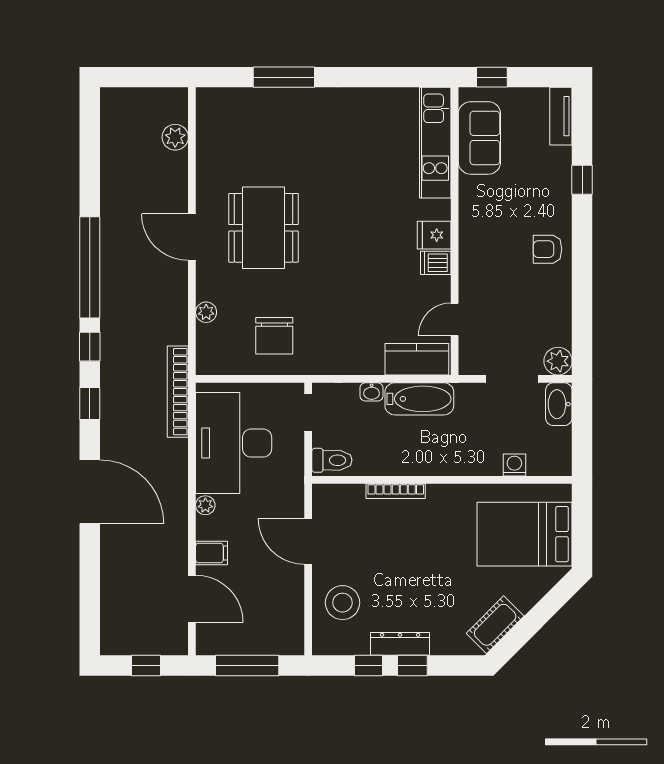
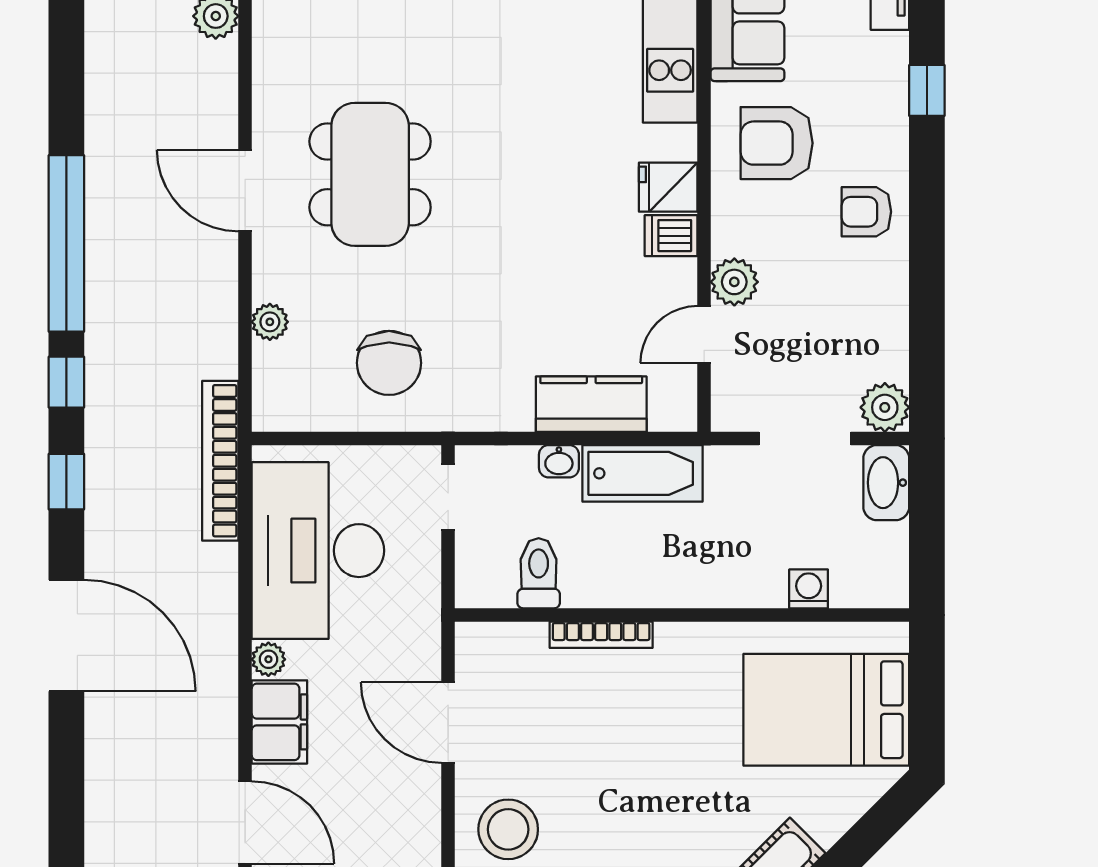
armchair: (496, 210) -> (777, 143), added
plant: (472, 289) -> (734, 282), added
kitchen counter: (417, 359) -> (591, 404), moved
toilet: (332, 460) -> (539, 573), moved, turned -90
filing cabinet: (212, 553) -> (279, 722), width x2.00

